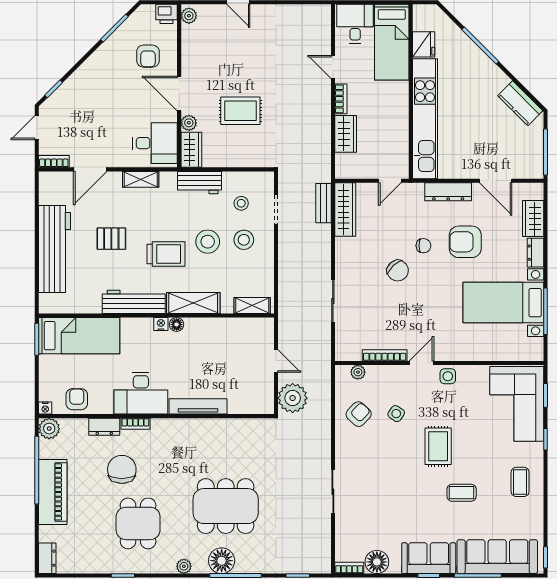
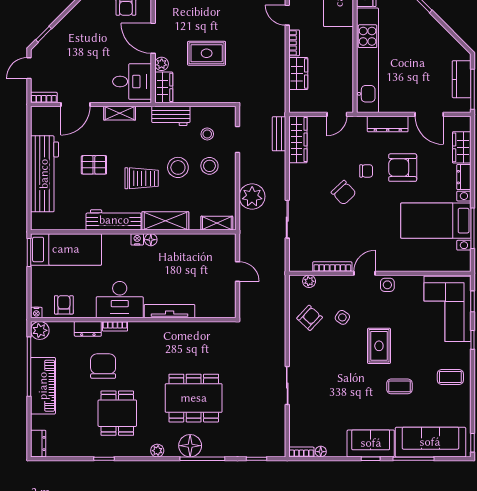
kitchen counter: (520, 103) -> (462, 79), moved, turned 45
plant: (293, 398) -> (252, 196), moved
coffee table: (520, 482) -> (450, 377), turned 90
floor lamp: (377, 562) -> (321, 452), width x0.53, depth x0.53

